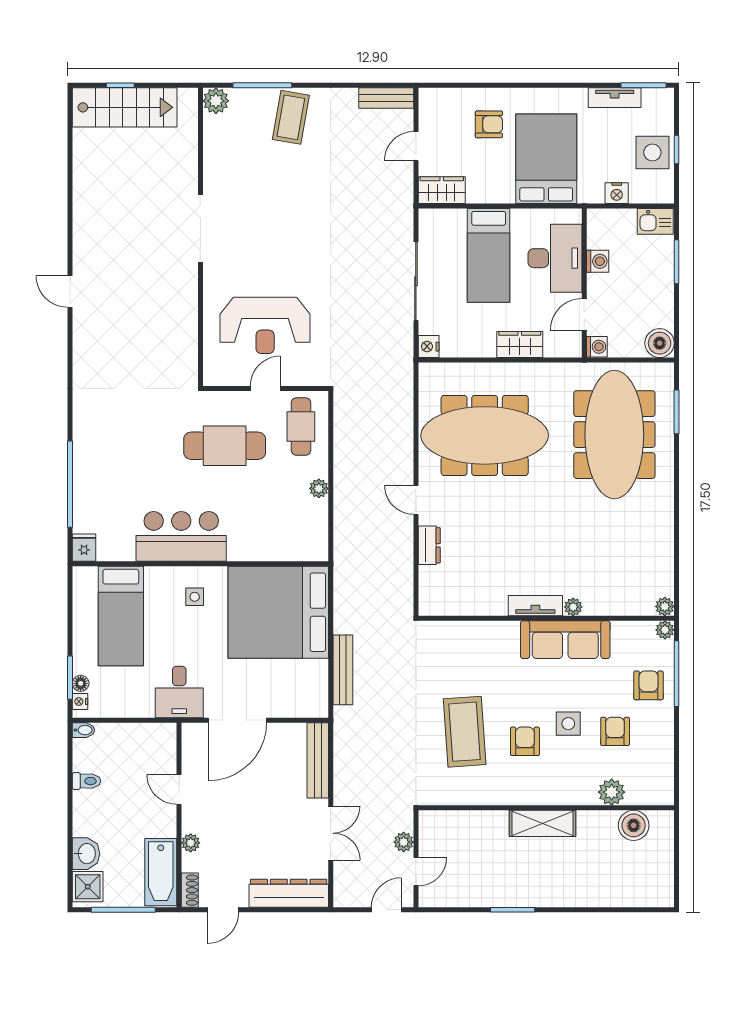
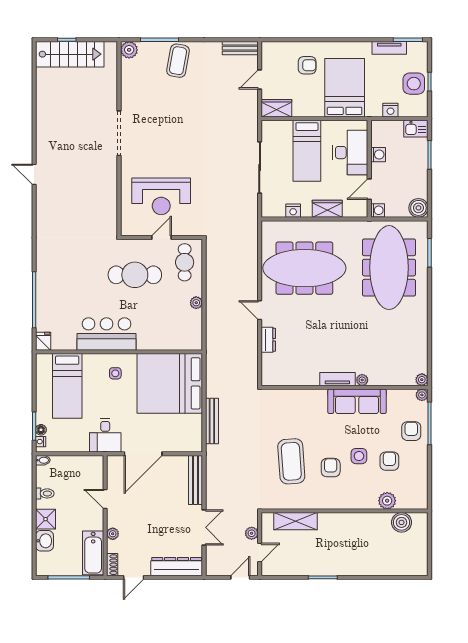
nightstand: (429, 347) -> (293, 211), moved, turned -90
shelving: (543, 823) -> (295, 521), moved
shower: (88, 887) -> (46, 519), moved

